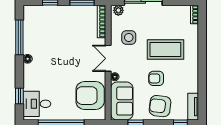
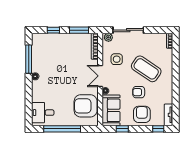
coffee table: (165, 49) -> (146, 69), turned 34
window: (19, 96) -> (29, 106), removed
armchair: (160, 106) -> (142, 114), turned 83

